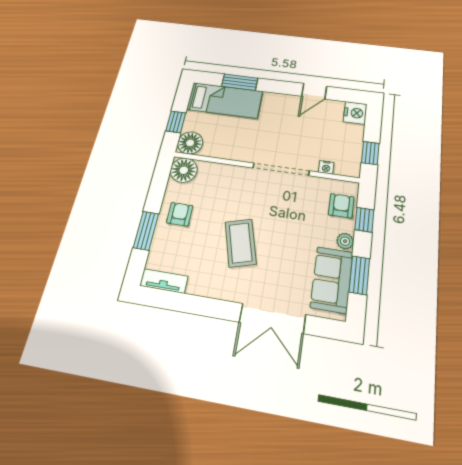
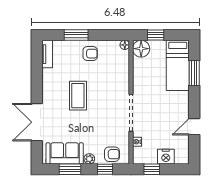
door: (314, 91) -> (194, 127), hinge flipped
nightstand: (355, 113) -> (166, 157), moved
floor lamp: (184, 170) -> (125, 45), width x0.53, depth x0.53
coffee table: (241, 243) -> (78, 96), turned -74

